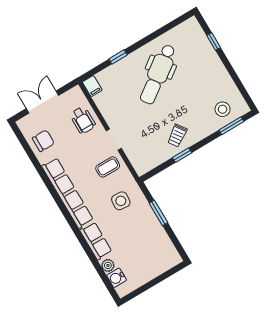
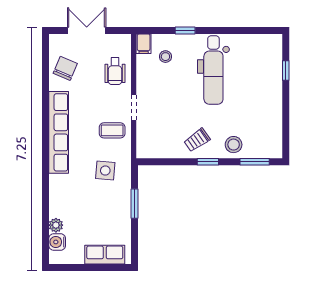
dental chair: (158, 74) -> (213, 70), turned -54
stool: (115, 86) -> (165, 57), added
stool: (223, 109) -> (234, 145), moved
chair: (43, 141) -> (65, 68), turned -67
window: (182, 155) -> (208, 162), moved
row of seats: (96, 241) -> (105, 255), moved, turned -90

